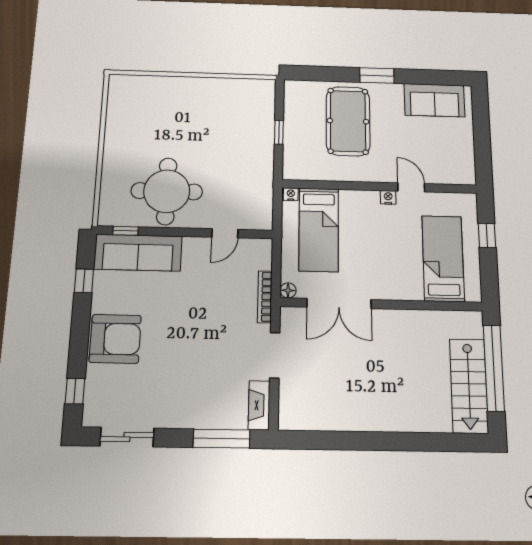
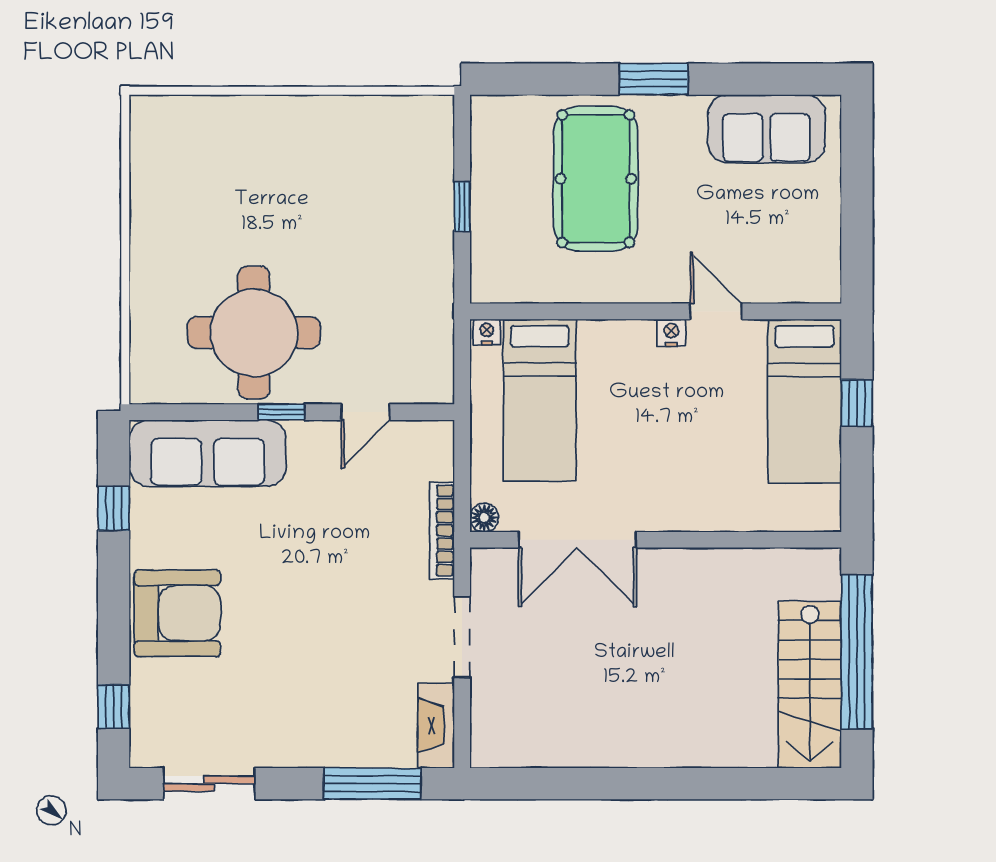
window: (126, 231) -> (281, 412), moved
bed: (443, 258) -> (805, 401), moved, turned 180

